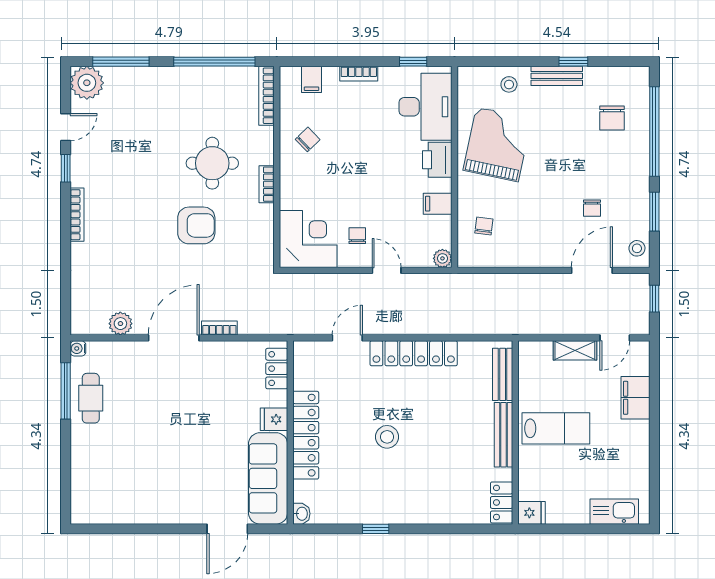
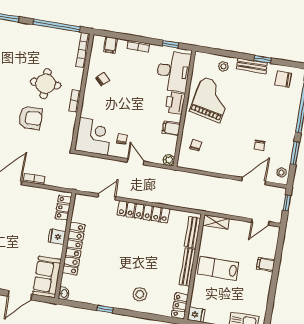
chair: (612, 118) -> (283, 79), moved, turned 90
shelving: (575, 350) -> (216, 222), moved
filing cabinet: (636, 398) -> (266, 264), width x0.50
lab bench: (556, 428) -> (218, 268), turned 180
stool: (387, 437) -> (140, 294), moved
sofa: (268, 478) -> (47, 277), width x0.73

